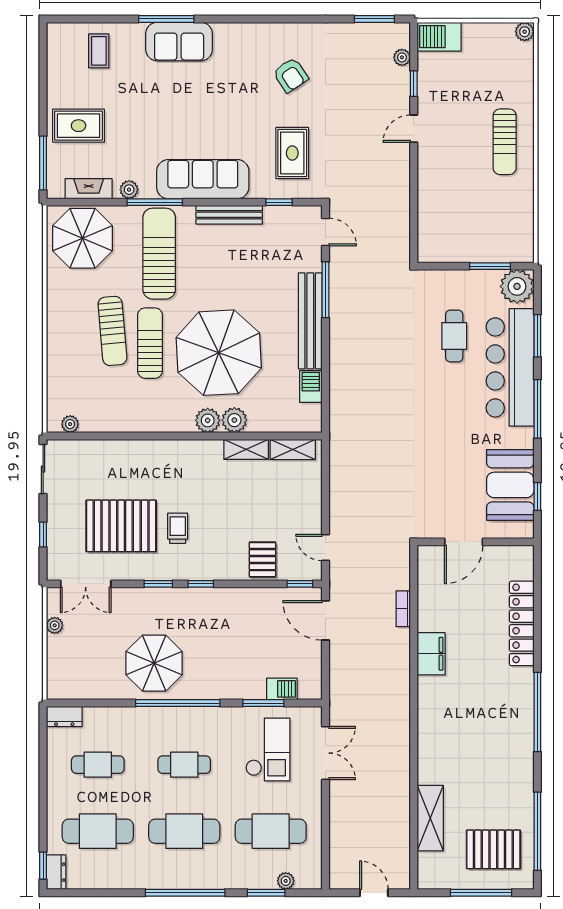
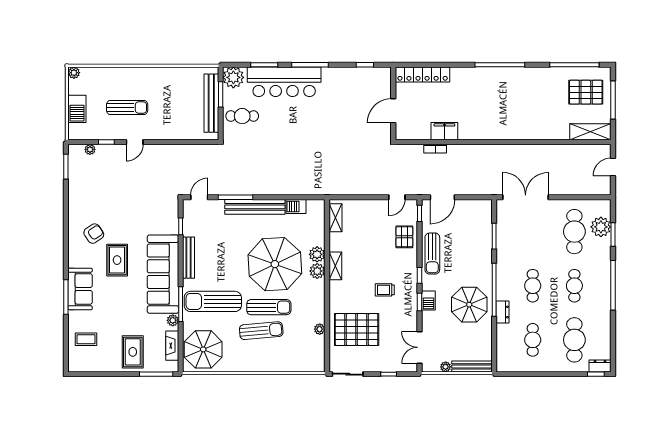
barbecue: (439, 37) -> (77, 109), moved
armchair: (291, 75) -> (94, 234), moved
door: (414, 129) -> (135, 142), hinge flipped
sun lounger: (505, 142) -> (127, 108), moved
rug: (292, 153) -> (117, 260), moved, turned 90
sofa: (203, 179) -> (163, 274), width x1.36, depth x1.27
bench: (476, 251) -> (211, 103), added
cafe table: (454, 336) -> (242, 116), moved
sun lounger: (150, 343) -> (269, 307), turned 180
plant: (70, 424) -> (320, 329), moved
shelving: (246, 449) -> (335, 266), moved
booth: (510, 485) -> (358, 82), removed
pallet: (121, 526) -> (357, 330), moved, turned 90
door: (464, 542) -> (393, 111), swing flipped
pallet: (262, 560) -> (404, 237), turned 90
double door: (86, 584) -> (420, 347), swing flipped
sun lounger: (236, 604) -> (432, 254), added
locker: (522, 623) -> (423, 74), moved
filing cabinet: (431, 654) -> (444, 131), moved
bench: (55, 668) -> (472, 366), added
barbecue: (282, 689) -> (428, 301), moved, turned 180
dresser: (64, 716) -> (503, 312), moved
checkout: (268, 749) -> (523, 233), removed
double door: (325, 753) -> (526, 197), width x1.37
shelving: (430, 818) -> (590, 132), moved
cafe table: (184, 831) -> (574, 286), width x0.73, depth x0.74
pallet: (493, 849) -> (586, 92), turned 90
plant: (286, 881) -> (601, 227), width x1.88, depth x1.88

